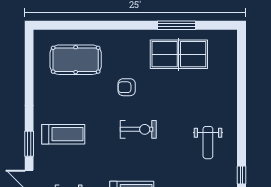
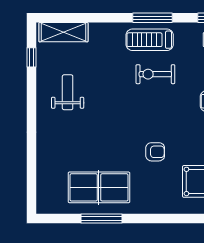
exercise bike: (138, 129) -> (155, 74), moved

